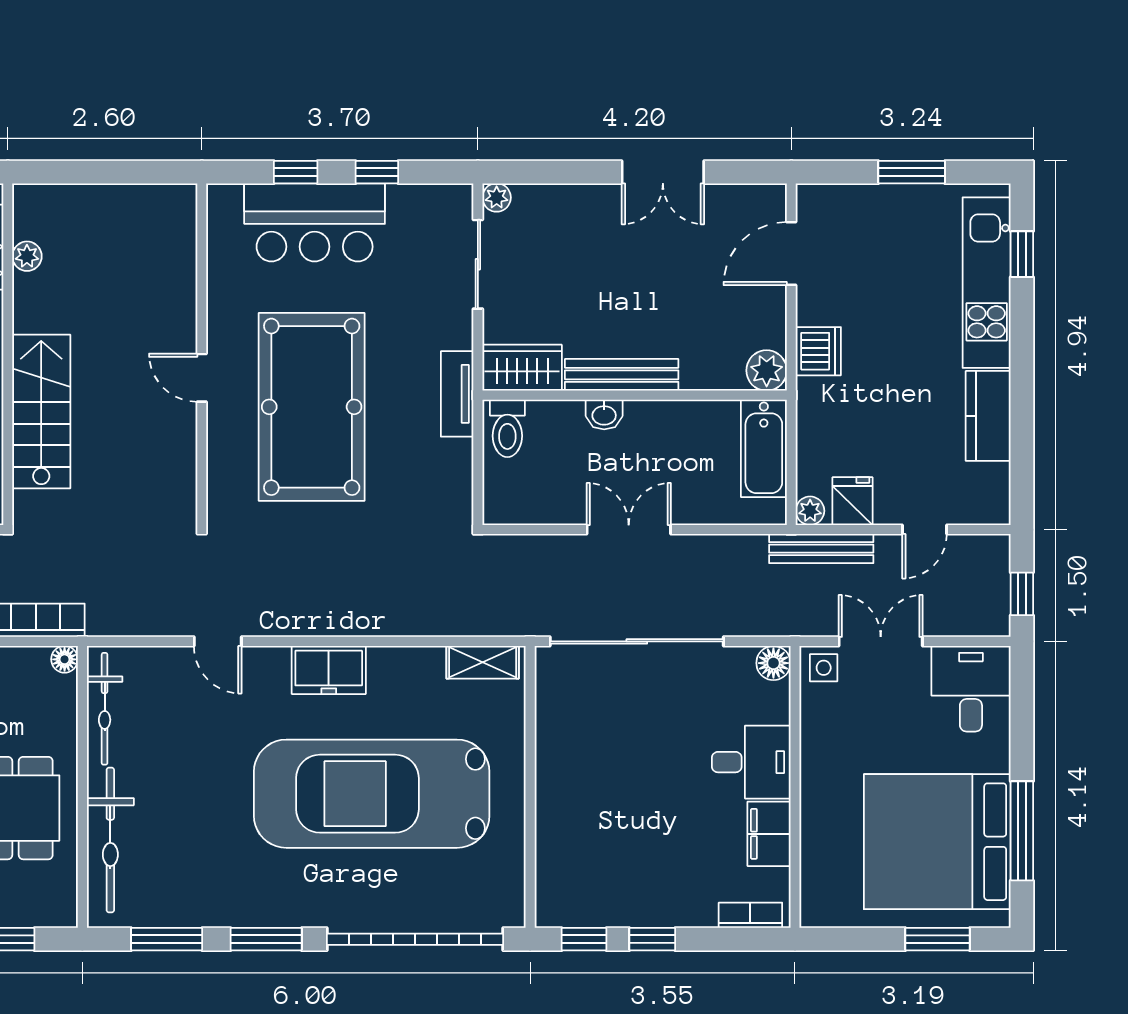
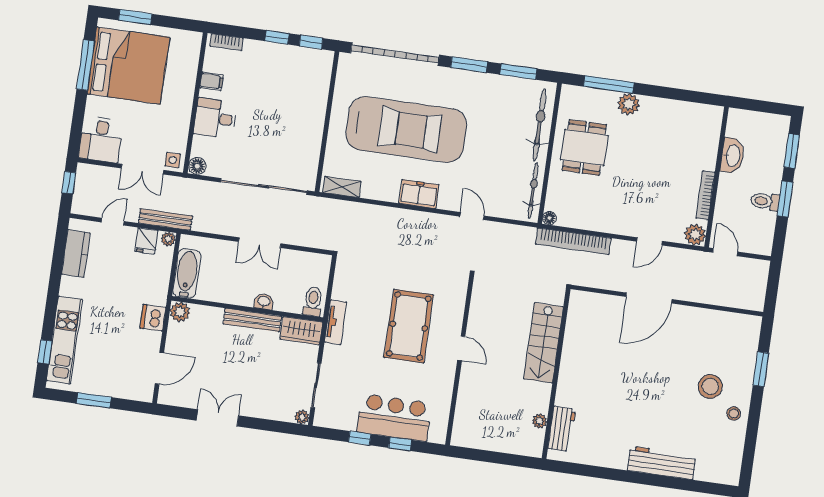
pool table: (312, 407) -> (409, 326), width x0.73, depth x0.76
kitchen counter: (988, 416) -> (76, 253), moved
filing cabinet: (769, 834) -> (212, 81), width x0.50

